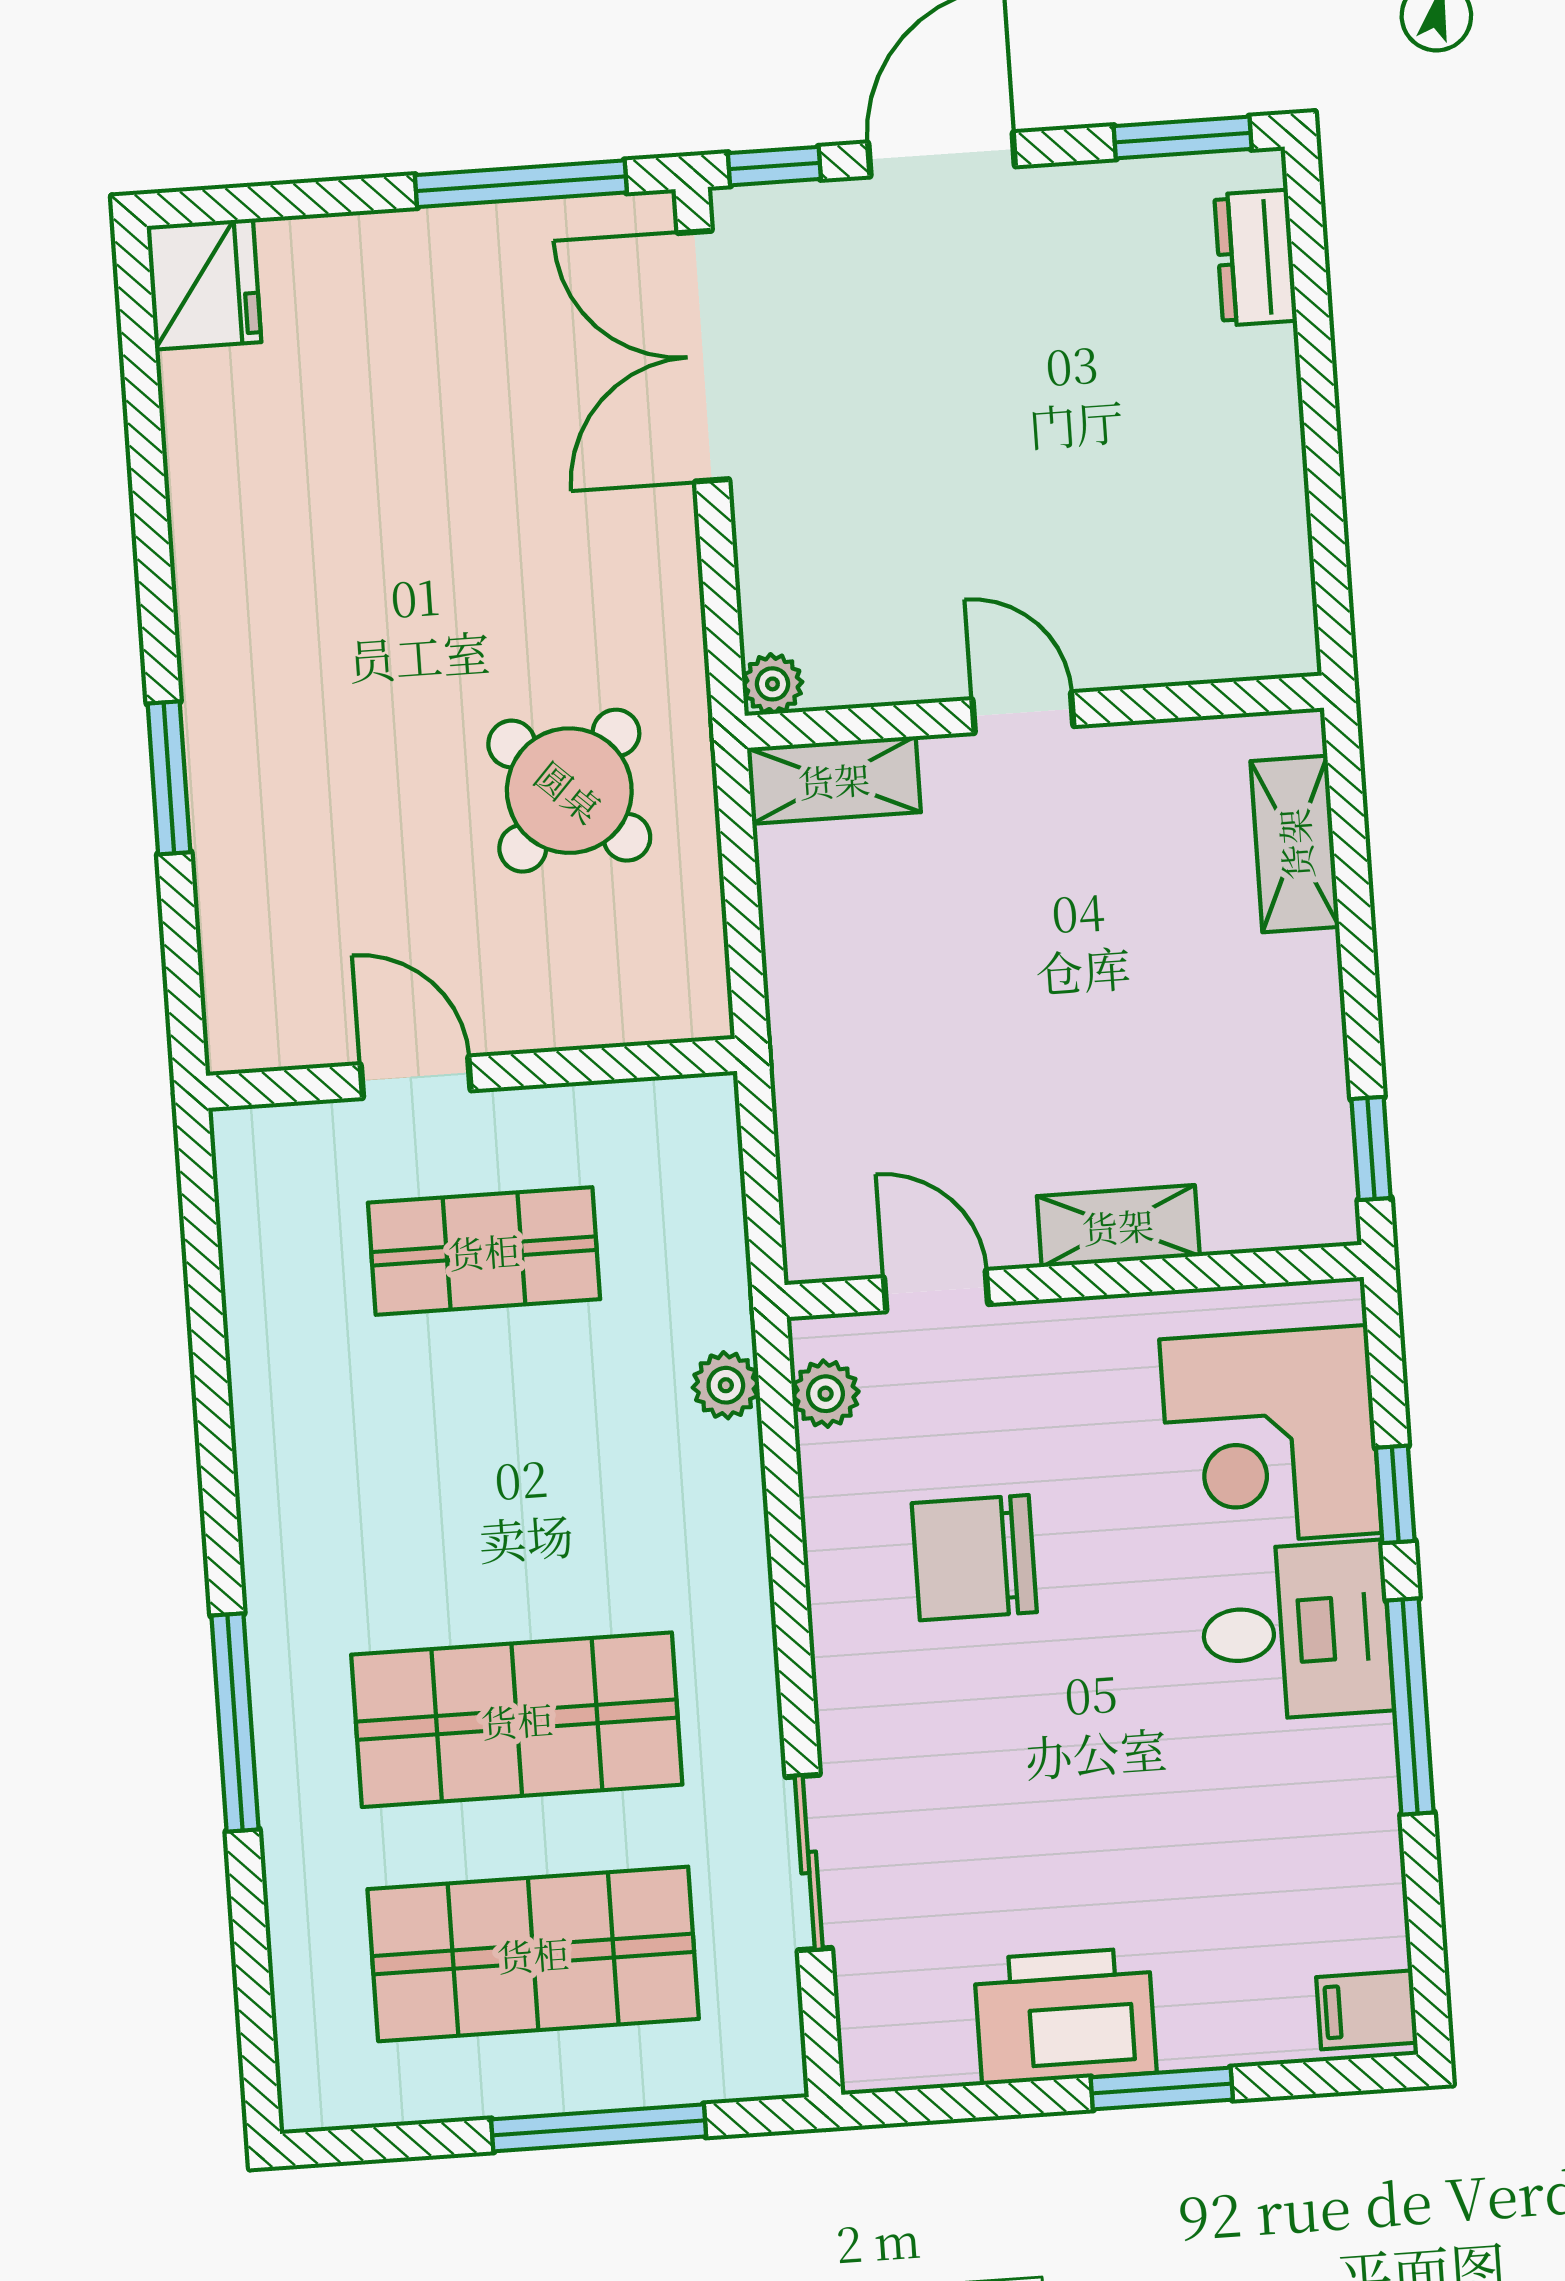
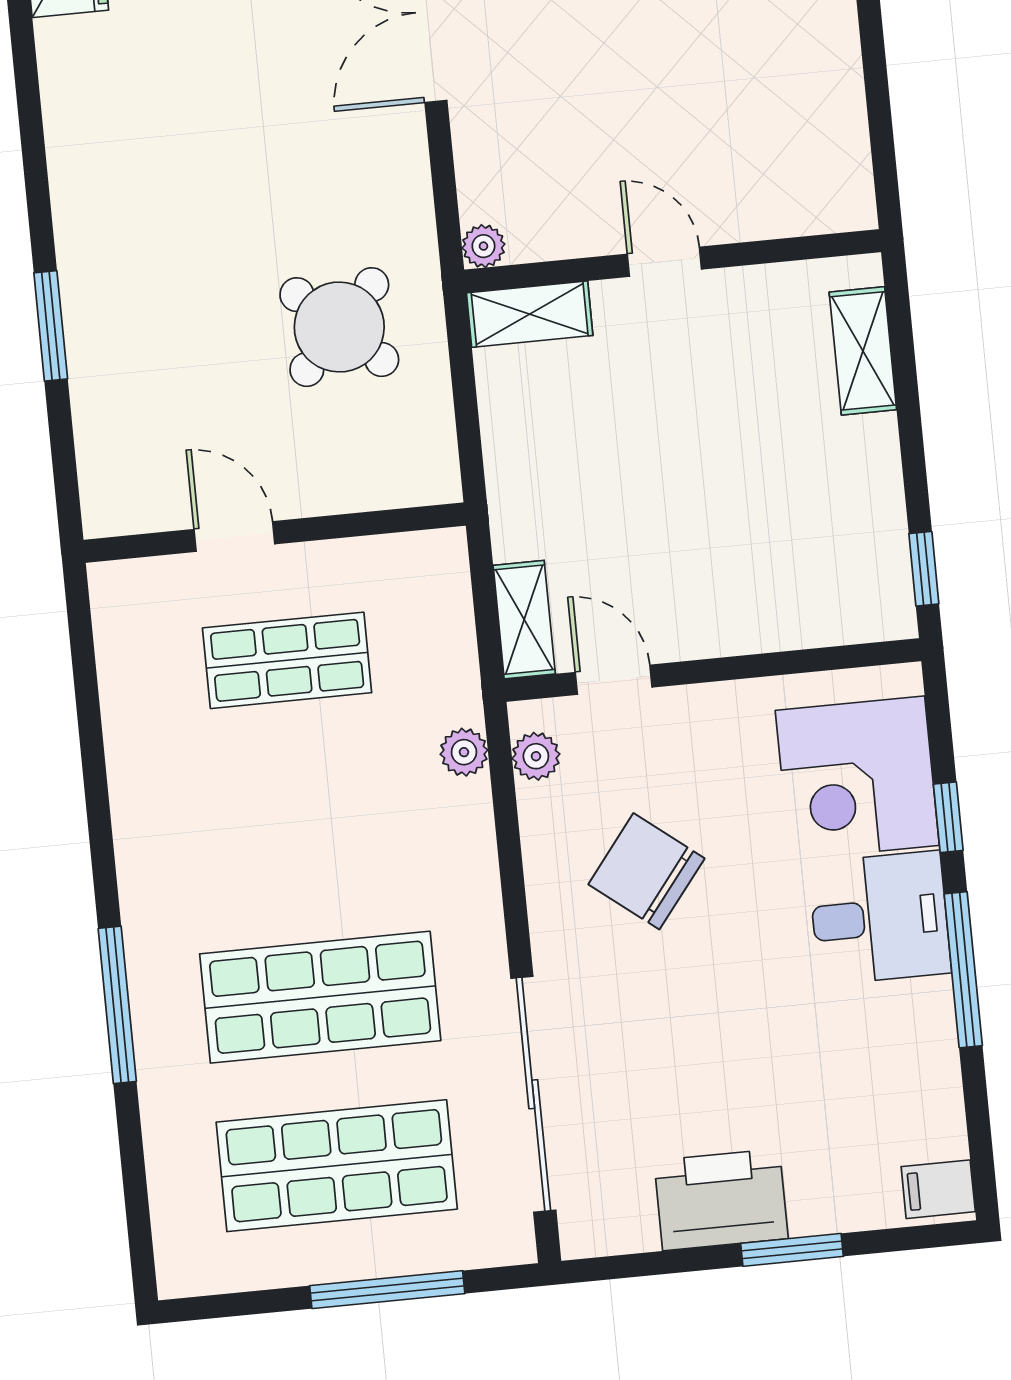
shelving: (1118, 1226) -> (524, 620), moved, turned 90
chair: (974, 1558) -> (646, 871), turned 38
sliding door: (809, 1863) -> (533, 1094), width x1.86

